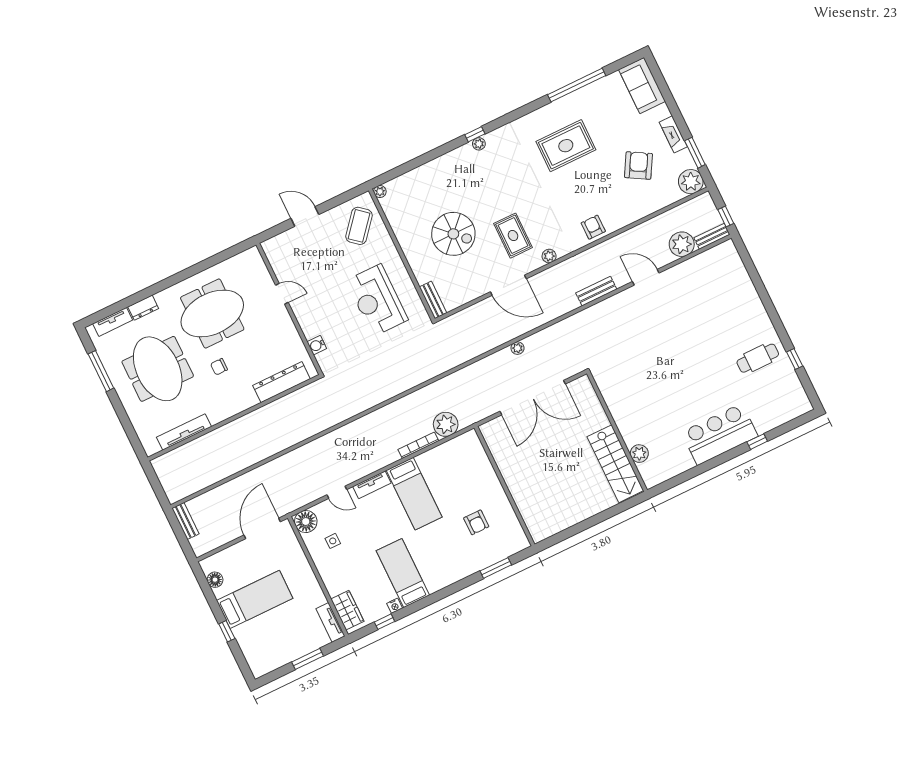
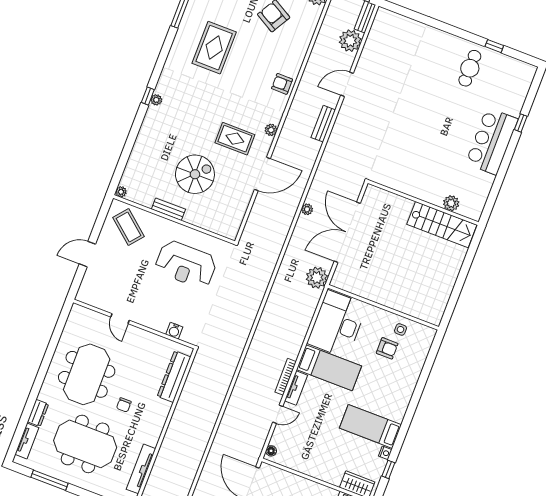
door: (282, 294) -> (120, 319), swing flipped
bench: (433, 300) -> (168, 209), moved
double door: (533, 398) -> (347, 232), swing flipped
plant: (446, 424) -> (317, 278), moved
bookcase: (418, 445) -> (286, 377), moved
desk: (454, 464) -> (337, 324), added
floor lamp: (306, 522) -> (271, 451), width x0.53, depth x0.53
side table: (333, 541) -> (401, 329), moved
window: (496, 568) -> (428, 366), removed

